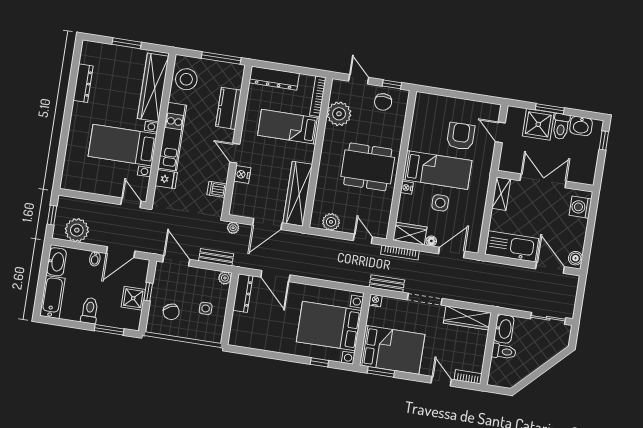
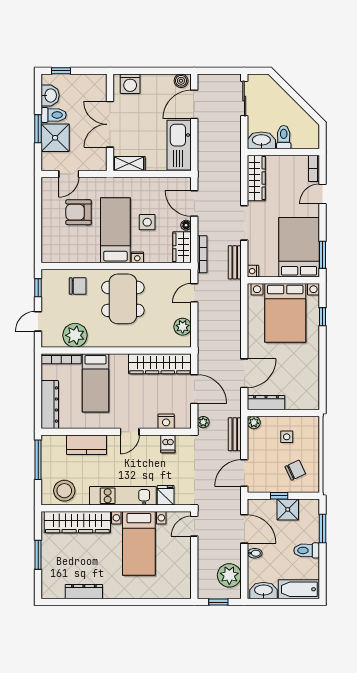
chair: (383, 102) -> (78, 286), moved
nightstand: (242, 174) -> (166, 421), moved

